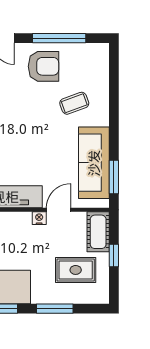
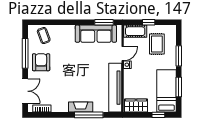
coffee table: (74, 103) -> (44, 36), moved
door: (59, 210) -> (123, 54), swing flipped

